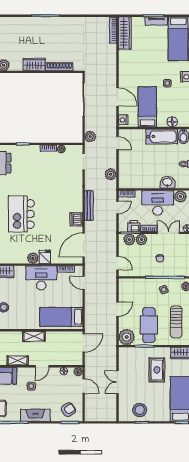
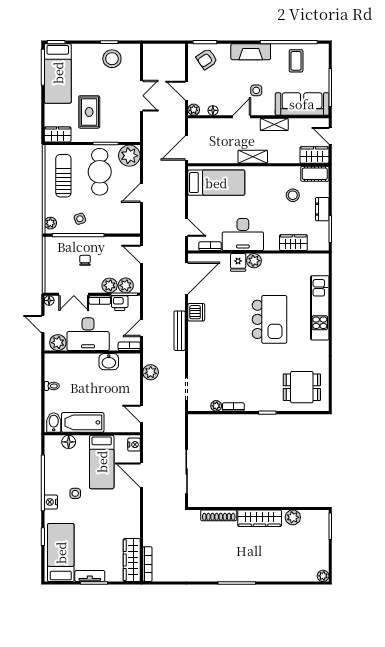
wardrobe: (34, 64) -> (260, 518), width x1.50
plant: (90, 137) -> (178, 422), removed
washbasin: (167, 182) -> (109, 362), moved

